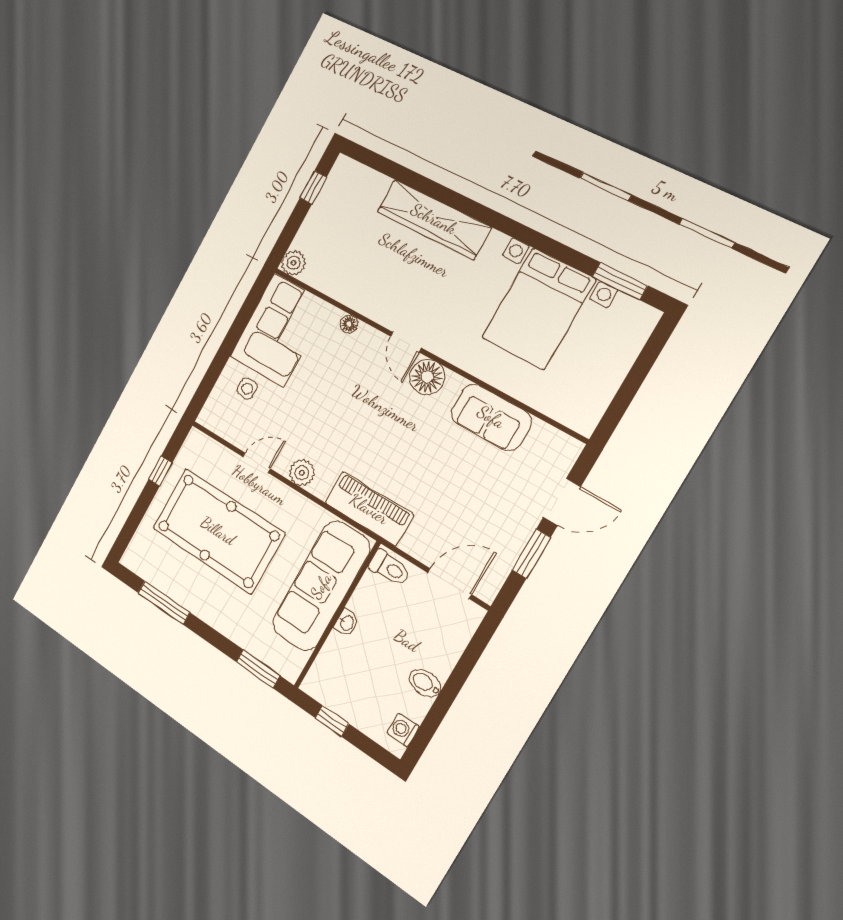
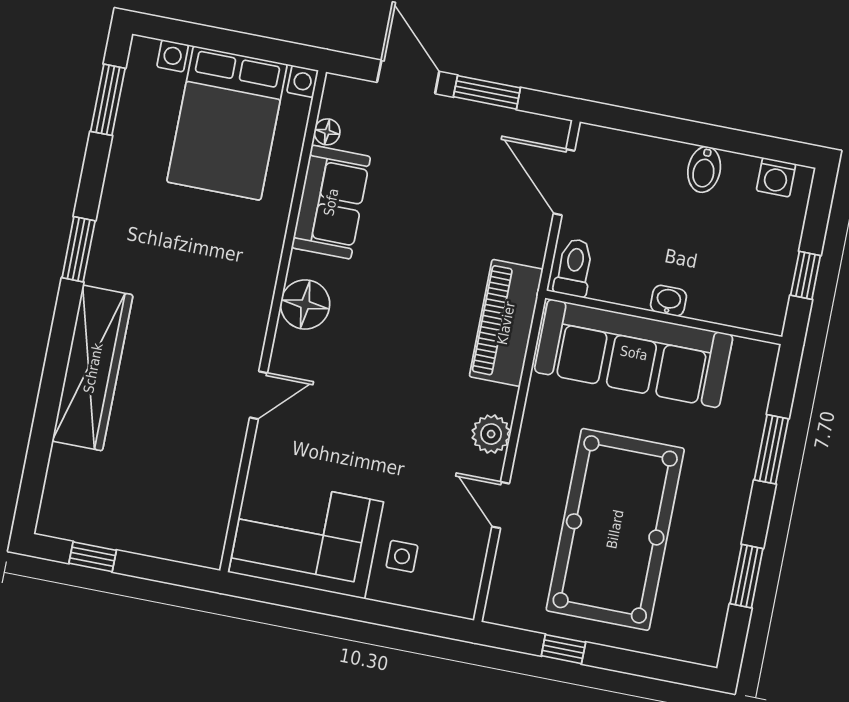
window: (518, 231) -> (79, 249), added
plant: (294, 263) -> (206, 549), removed
bed with nightstands: (538, 309) -> (227, 123), moved, turned 90
floor lamp: (349, 324) -> (327, 132), moved
door: (406, 342) -> (259, 395), moved
window: (164, 603) -> (747, 576), width x0.69
window: (258, 669) -> (771, 449), moved

